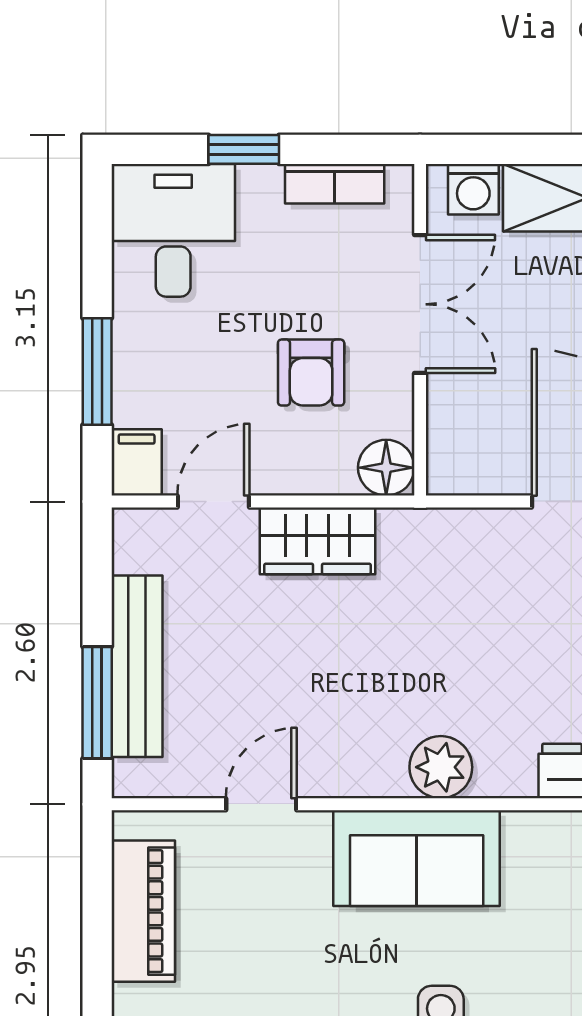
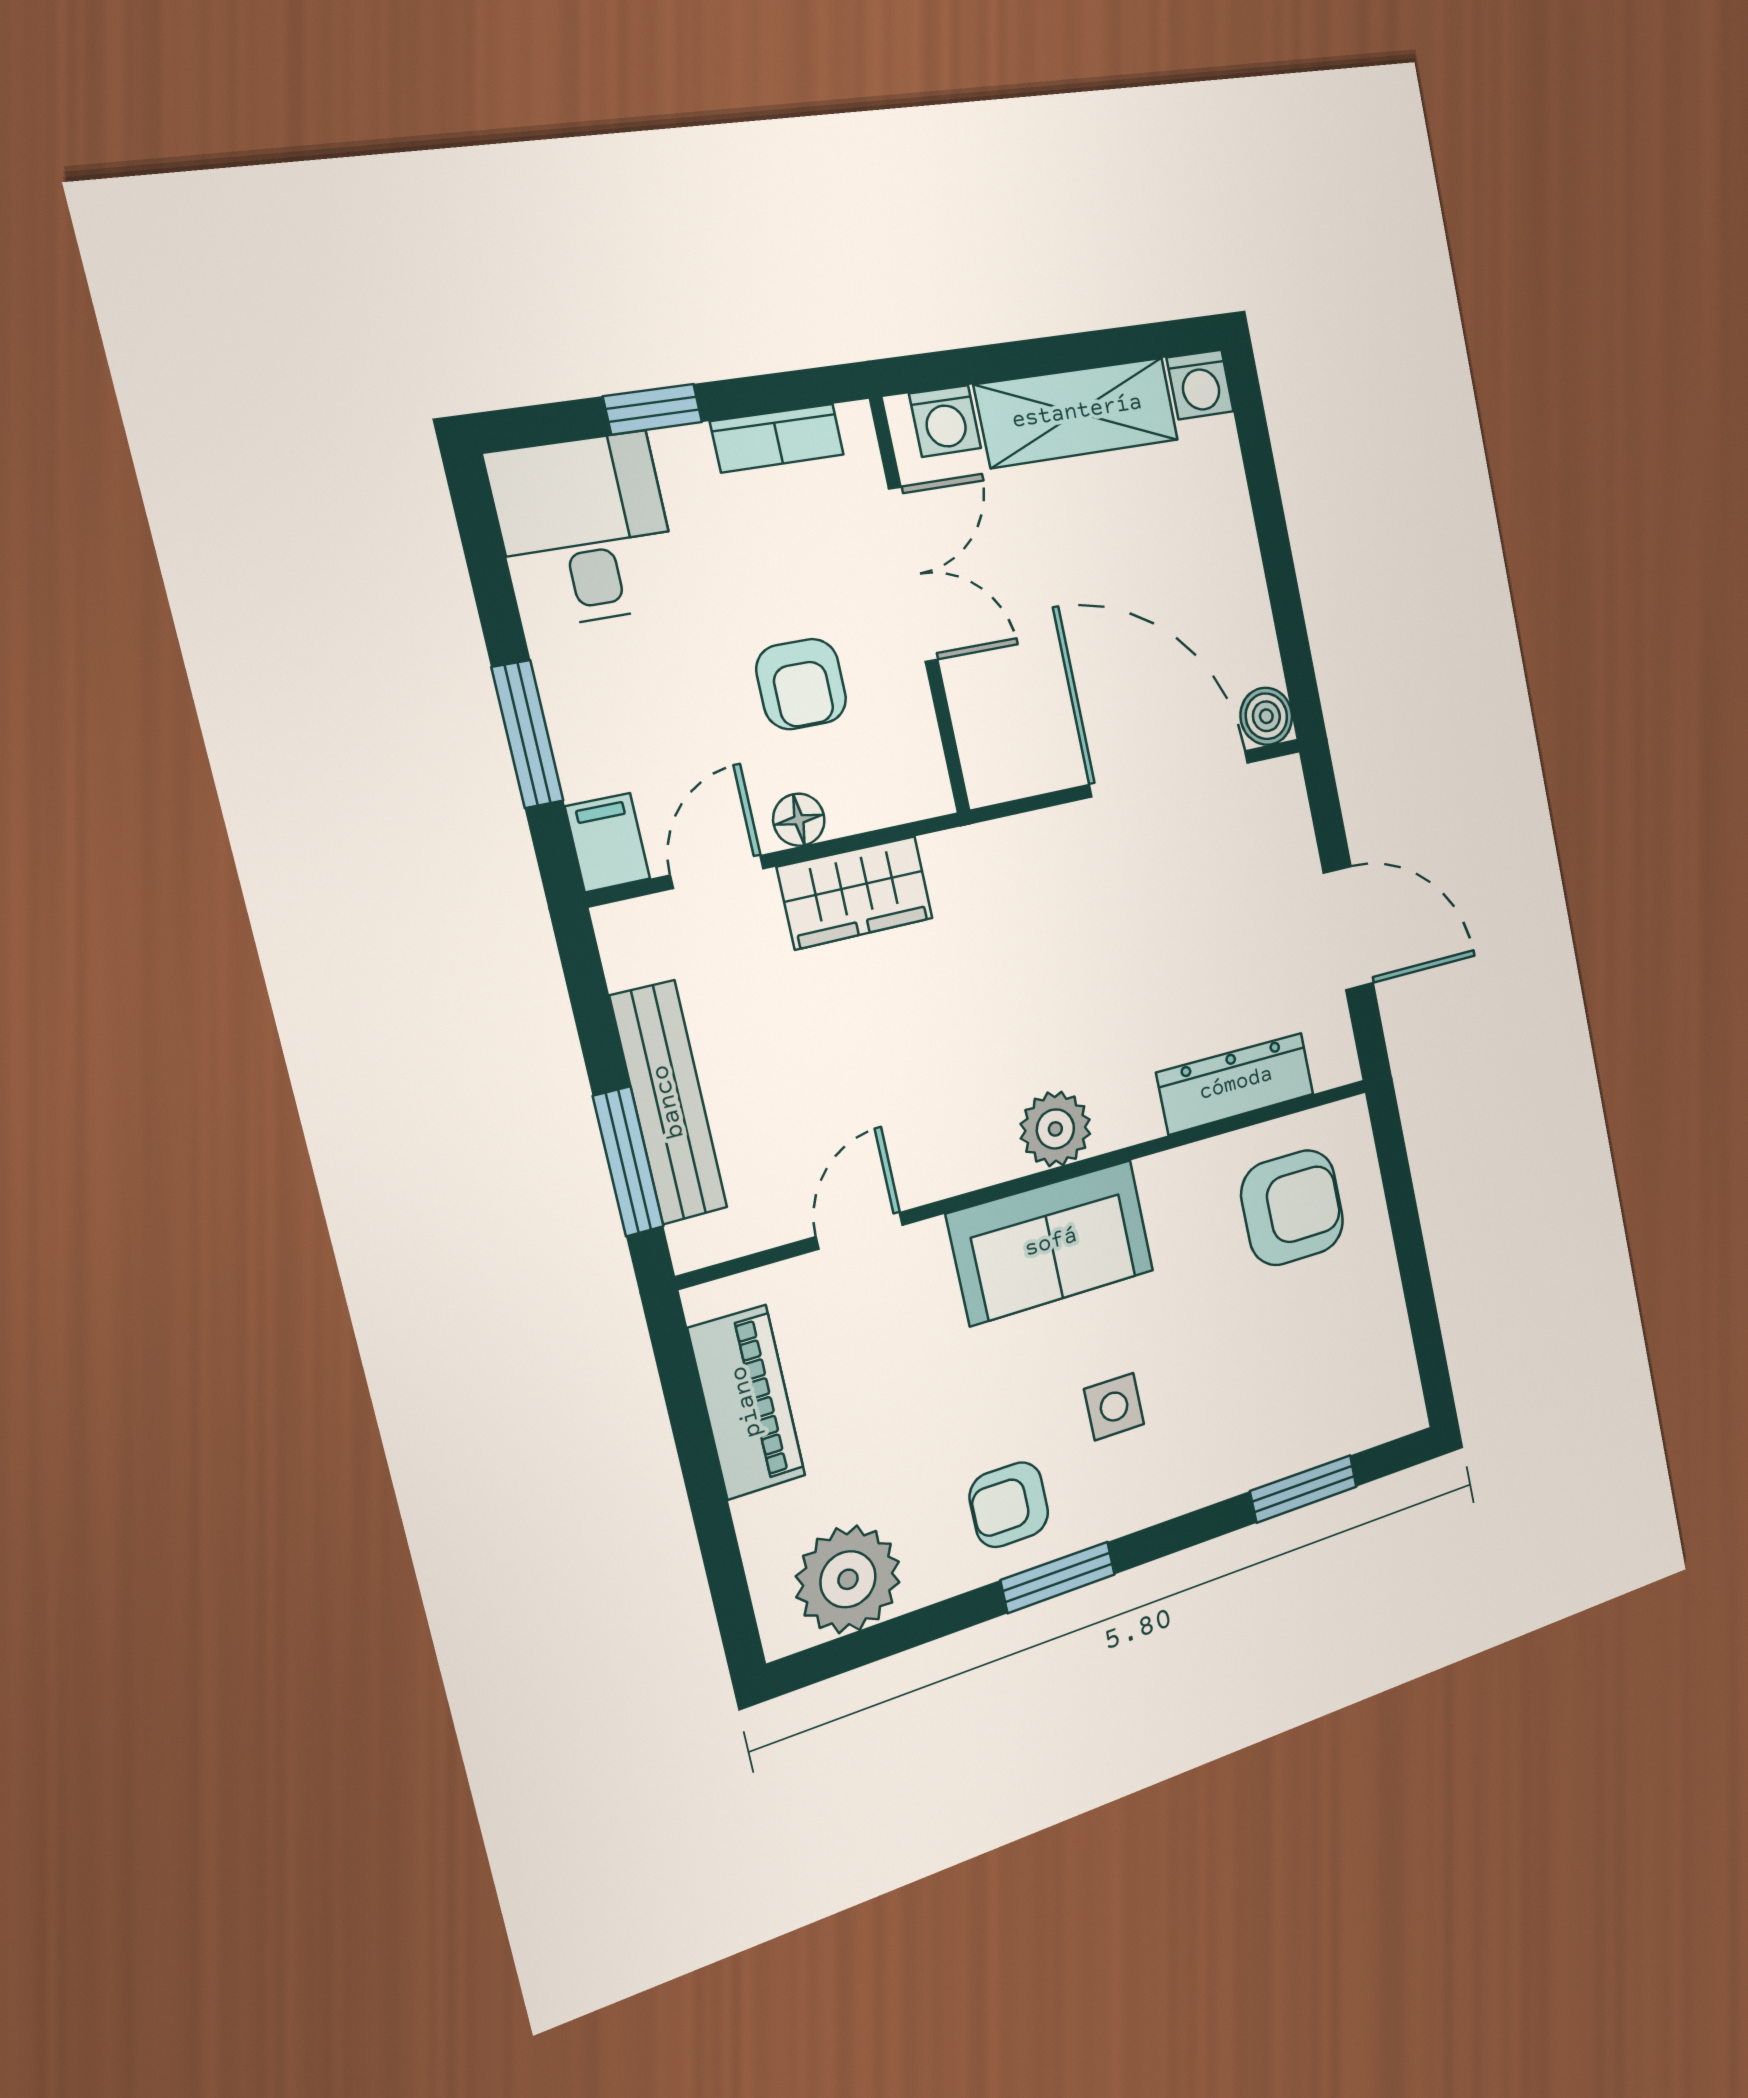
floor lamp: (386, 468) -> (799, 820), moved, width x0.73, depth x0.73

